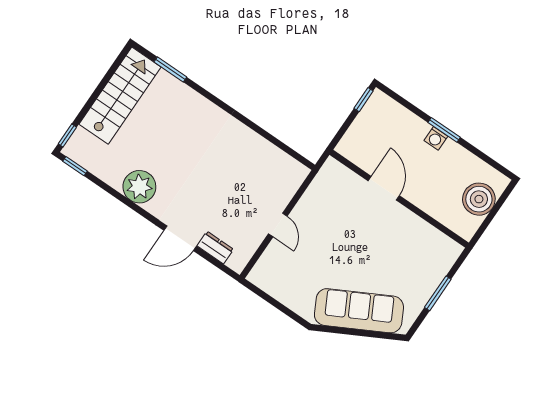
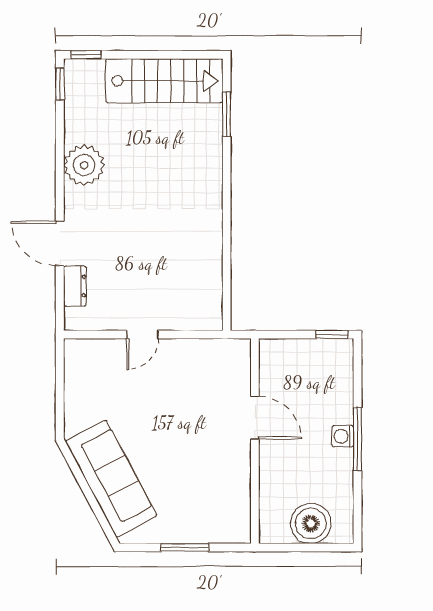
window: (444, 130) -> (357, 439), width x1.44
door: (384, 188) -> (255, 418), hinge flipped

